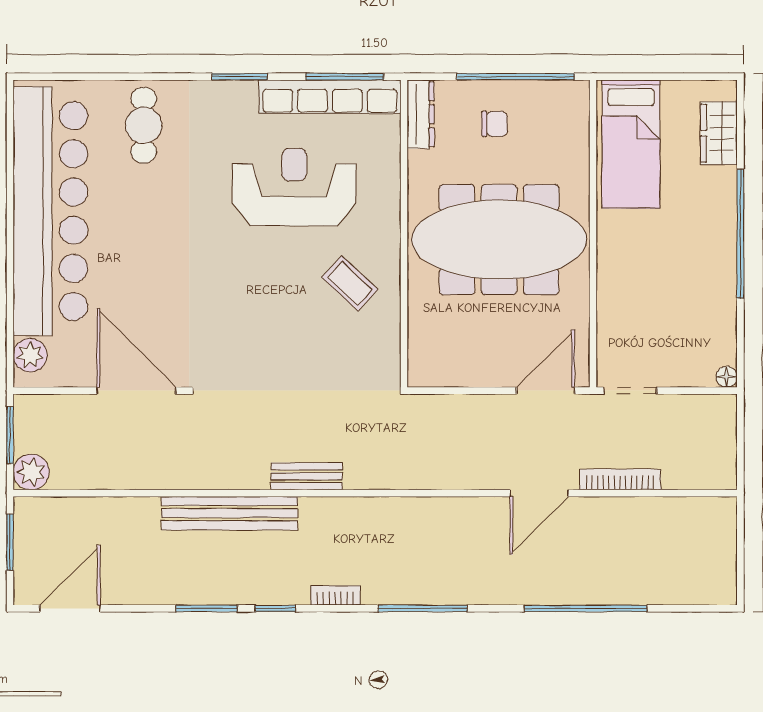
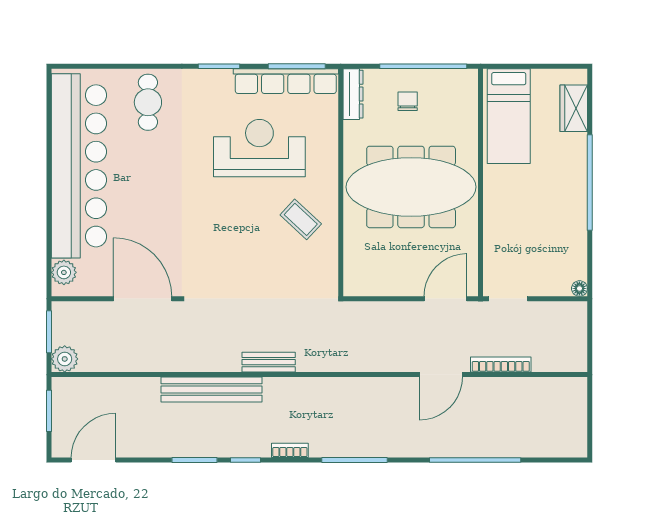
chair: (494, 124) -> (408, 101), turned -90

